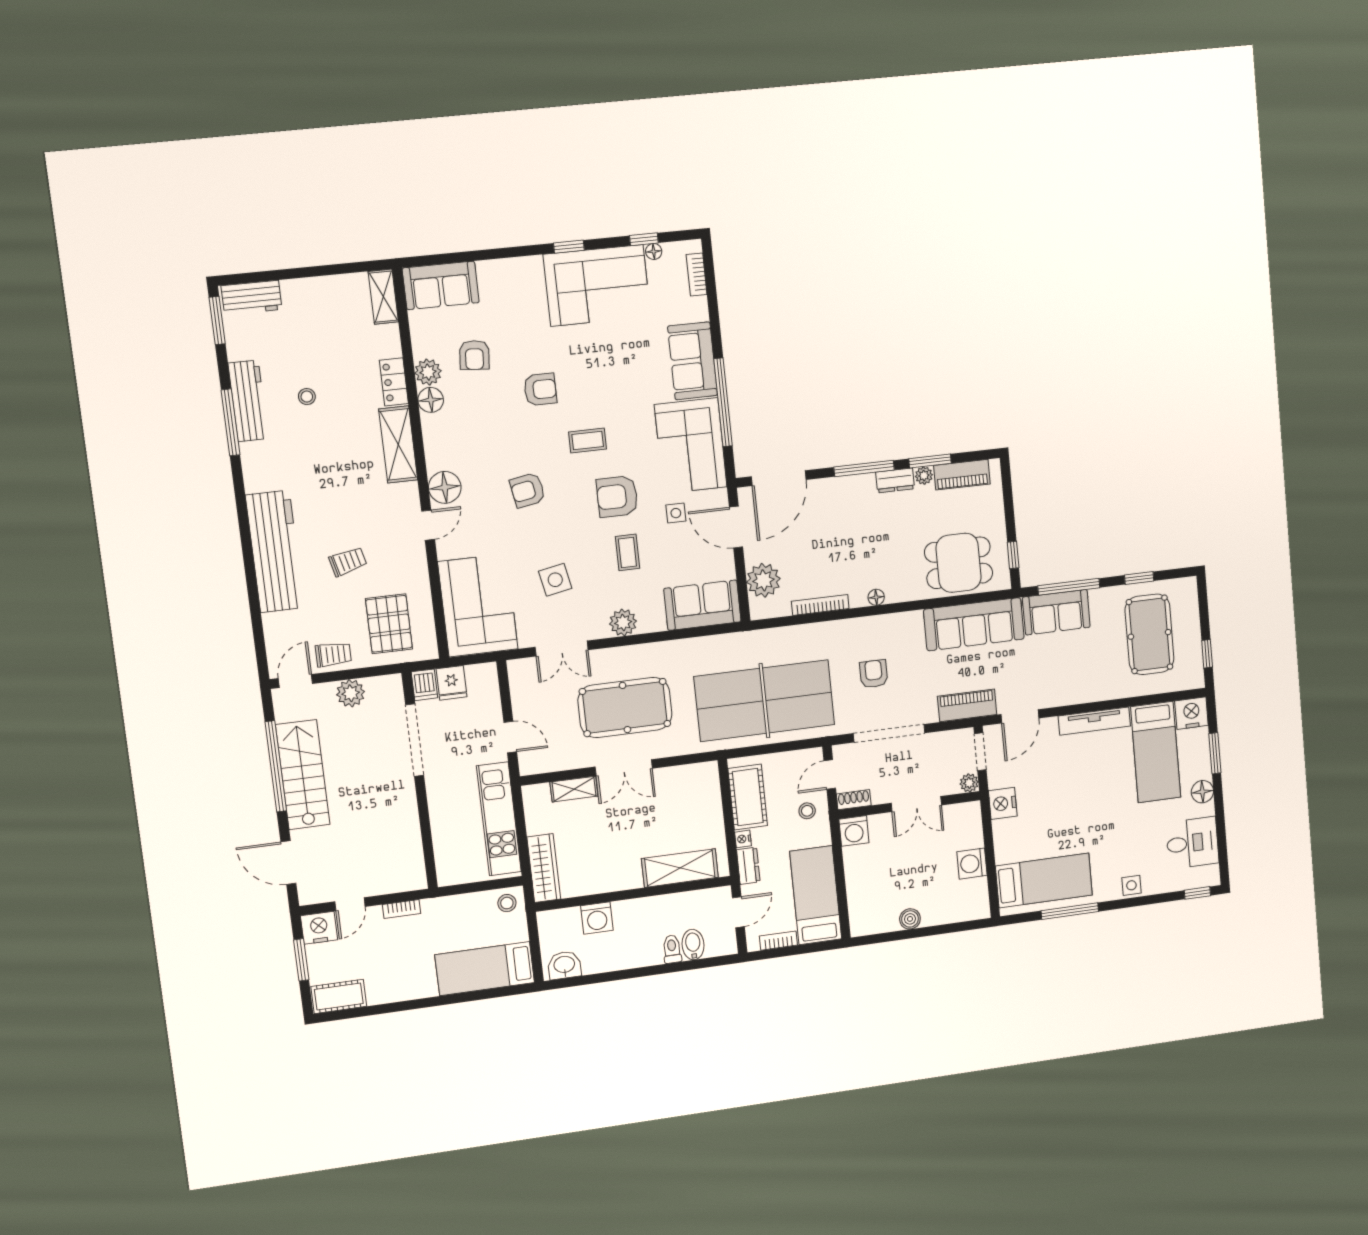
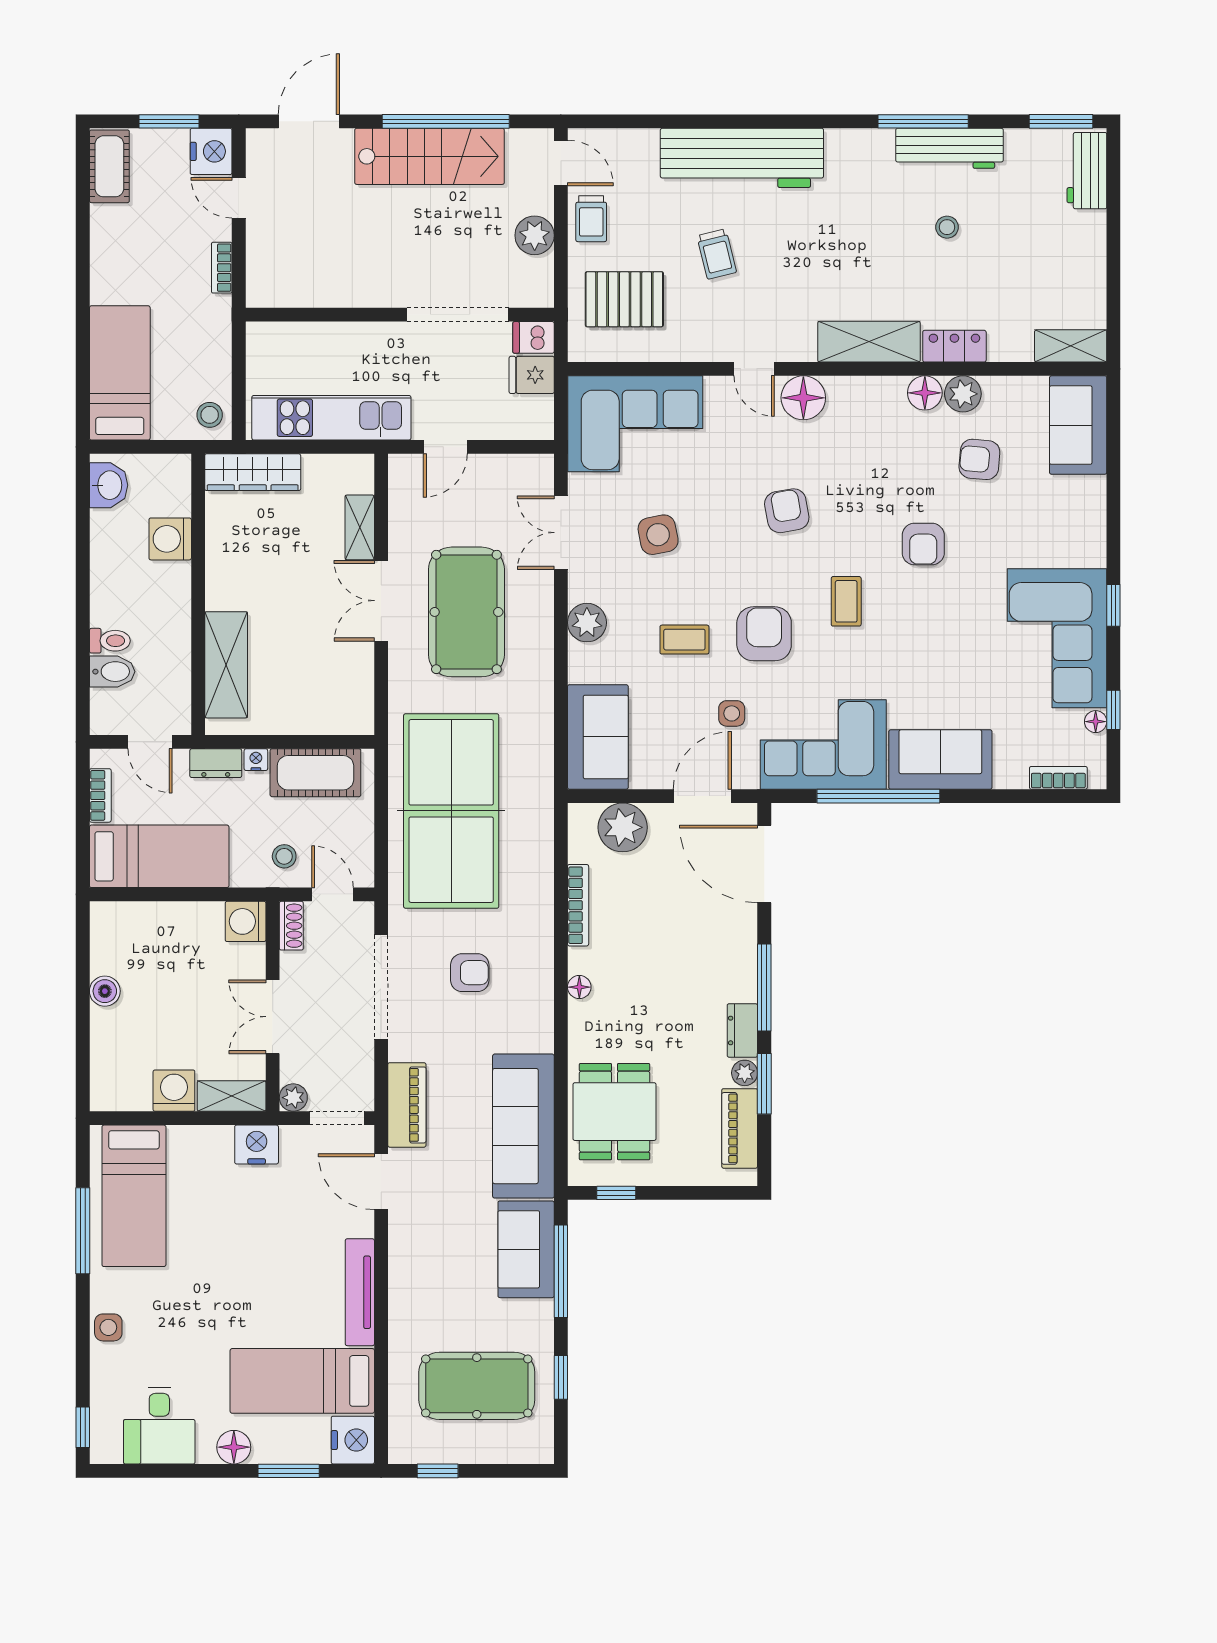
shelving: (972, 824) -> (232, 1096), added

